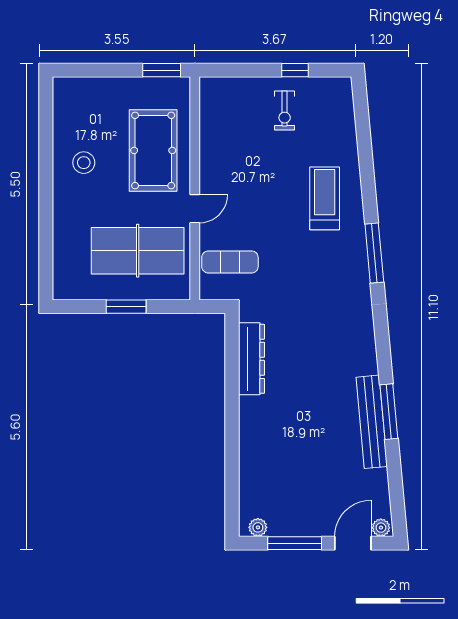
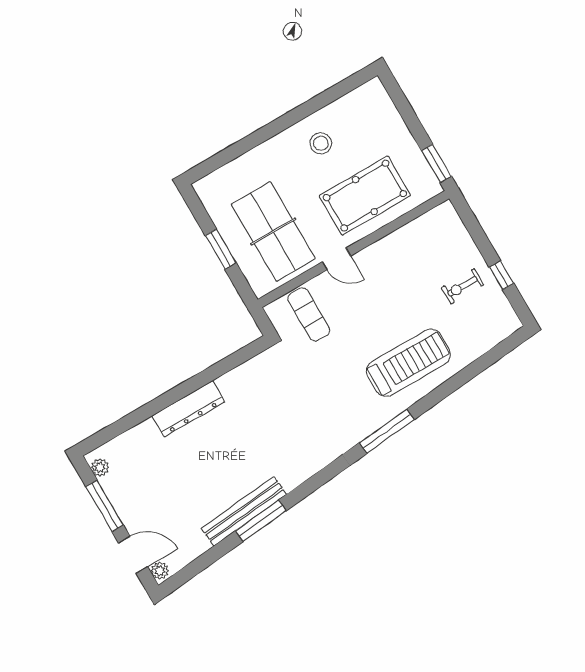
treadmill: (325, 198) -> (408, 363), width x1.37, depth x1.38
dresser: (252, 359) -> (188, 409), moved

